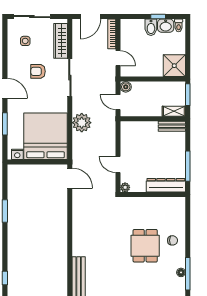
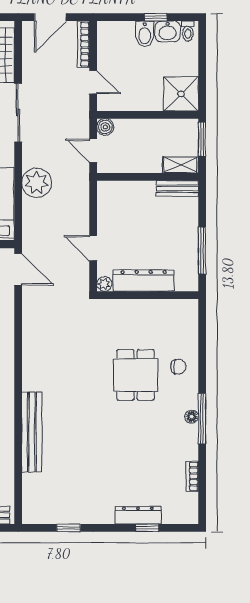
dresser: (166, 185) -> (144, 280), moved

